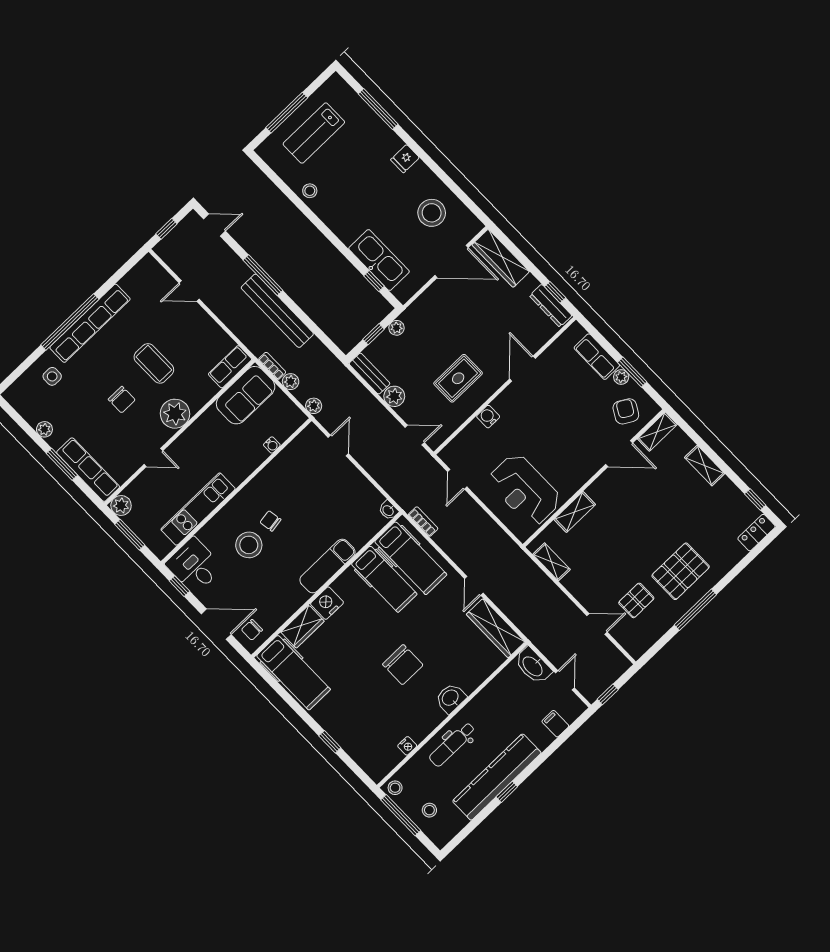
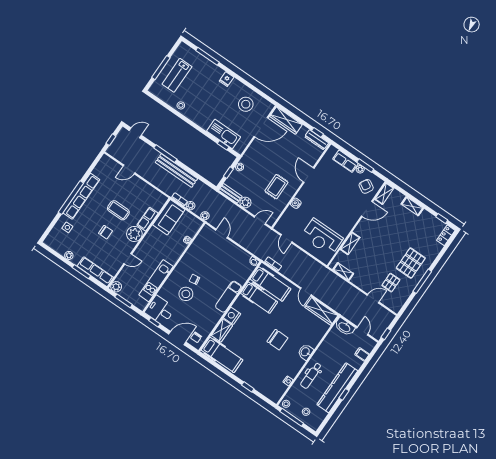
row of seats: (230, 367) -> (147, 219), moved

